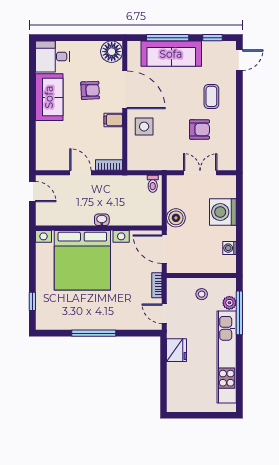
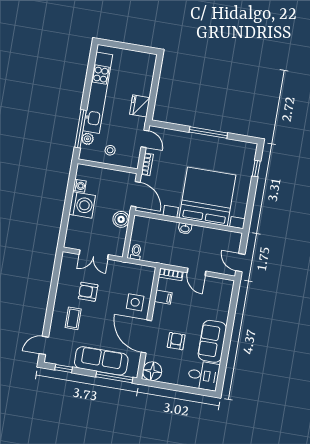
window: (168, 38) -> (114, 377), moved
armchair: (90, 90) -> (176, 341), turned 92
filing cabinet: (113, 120) -> (163, 297), moved
washing machine: (223, 212) -> (82, 205), moved

